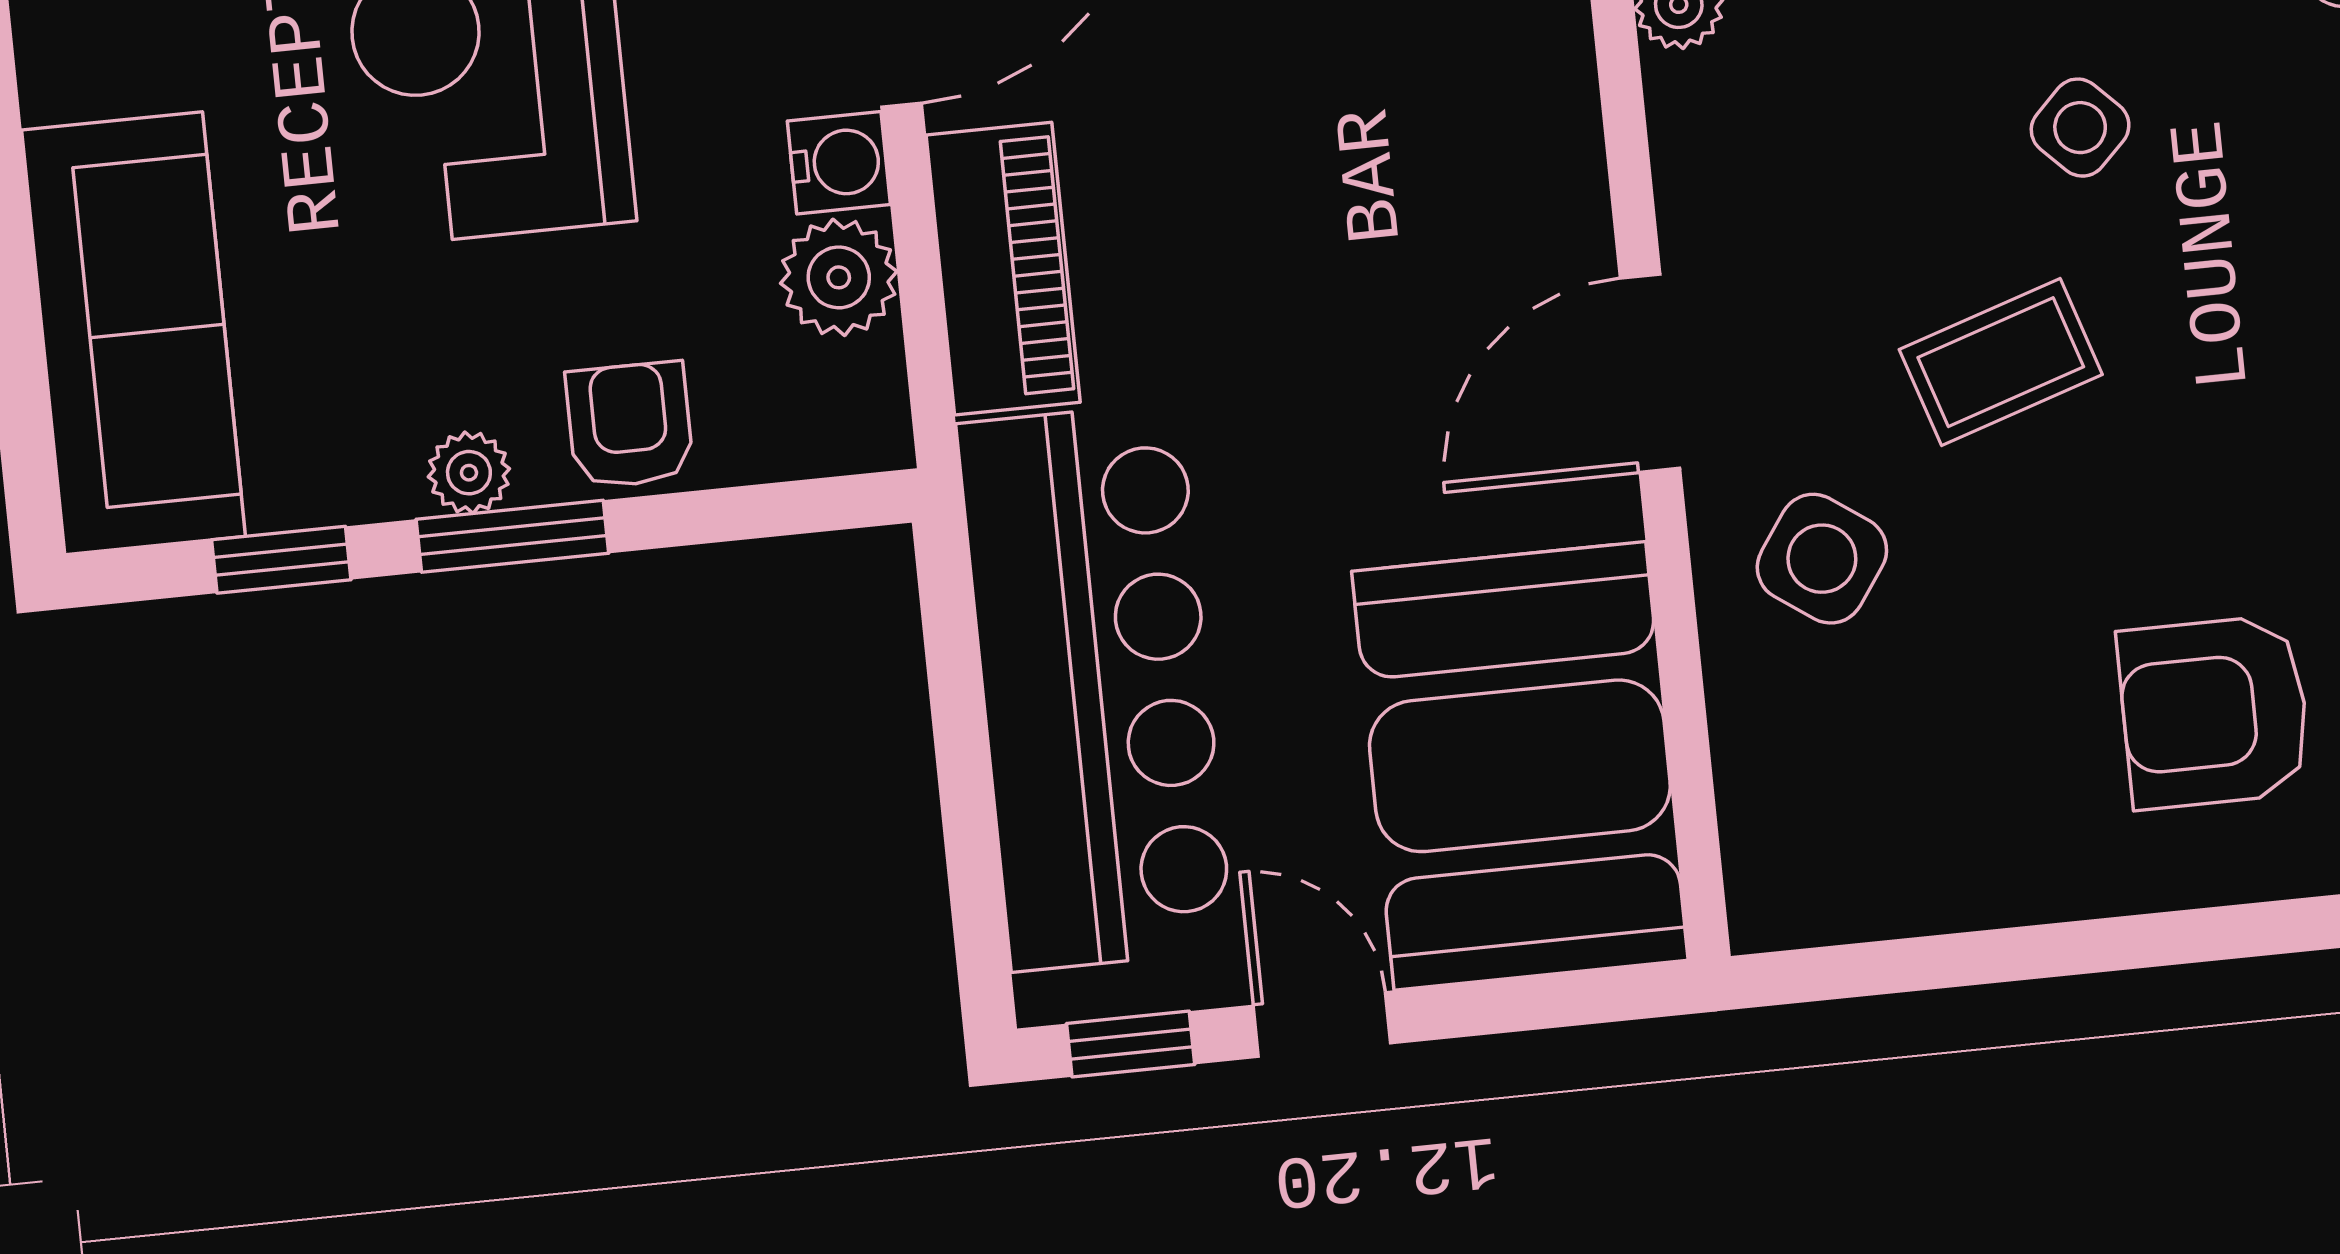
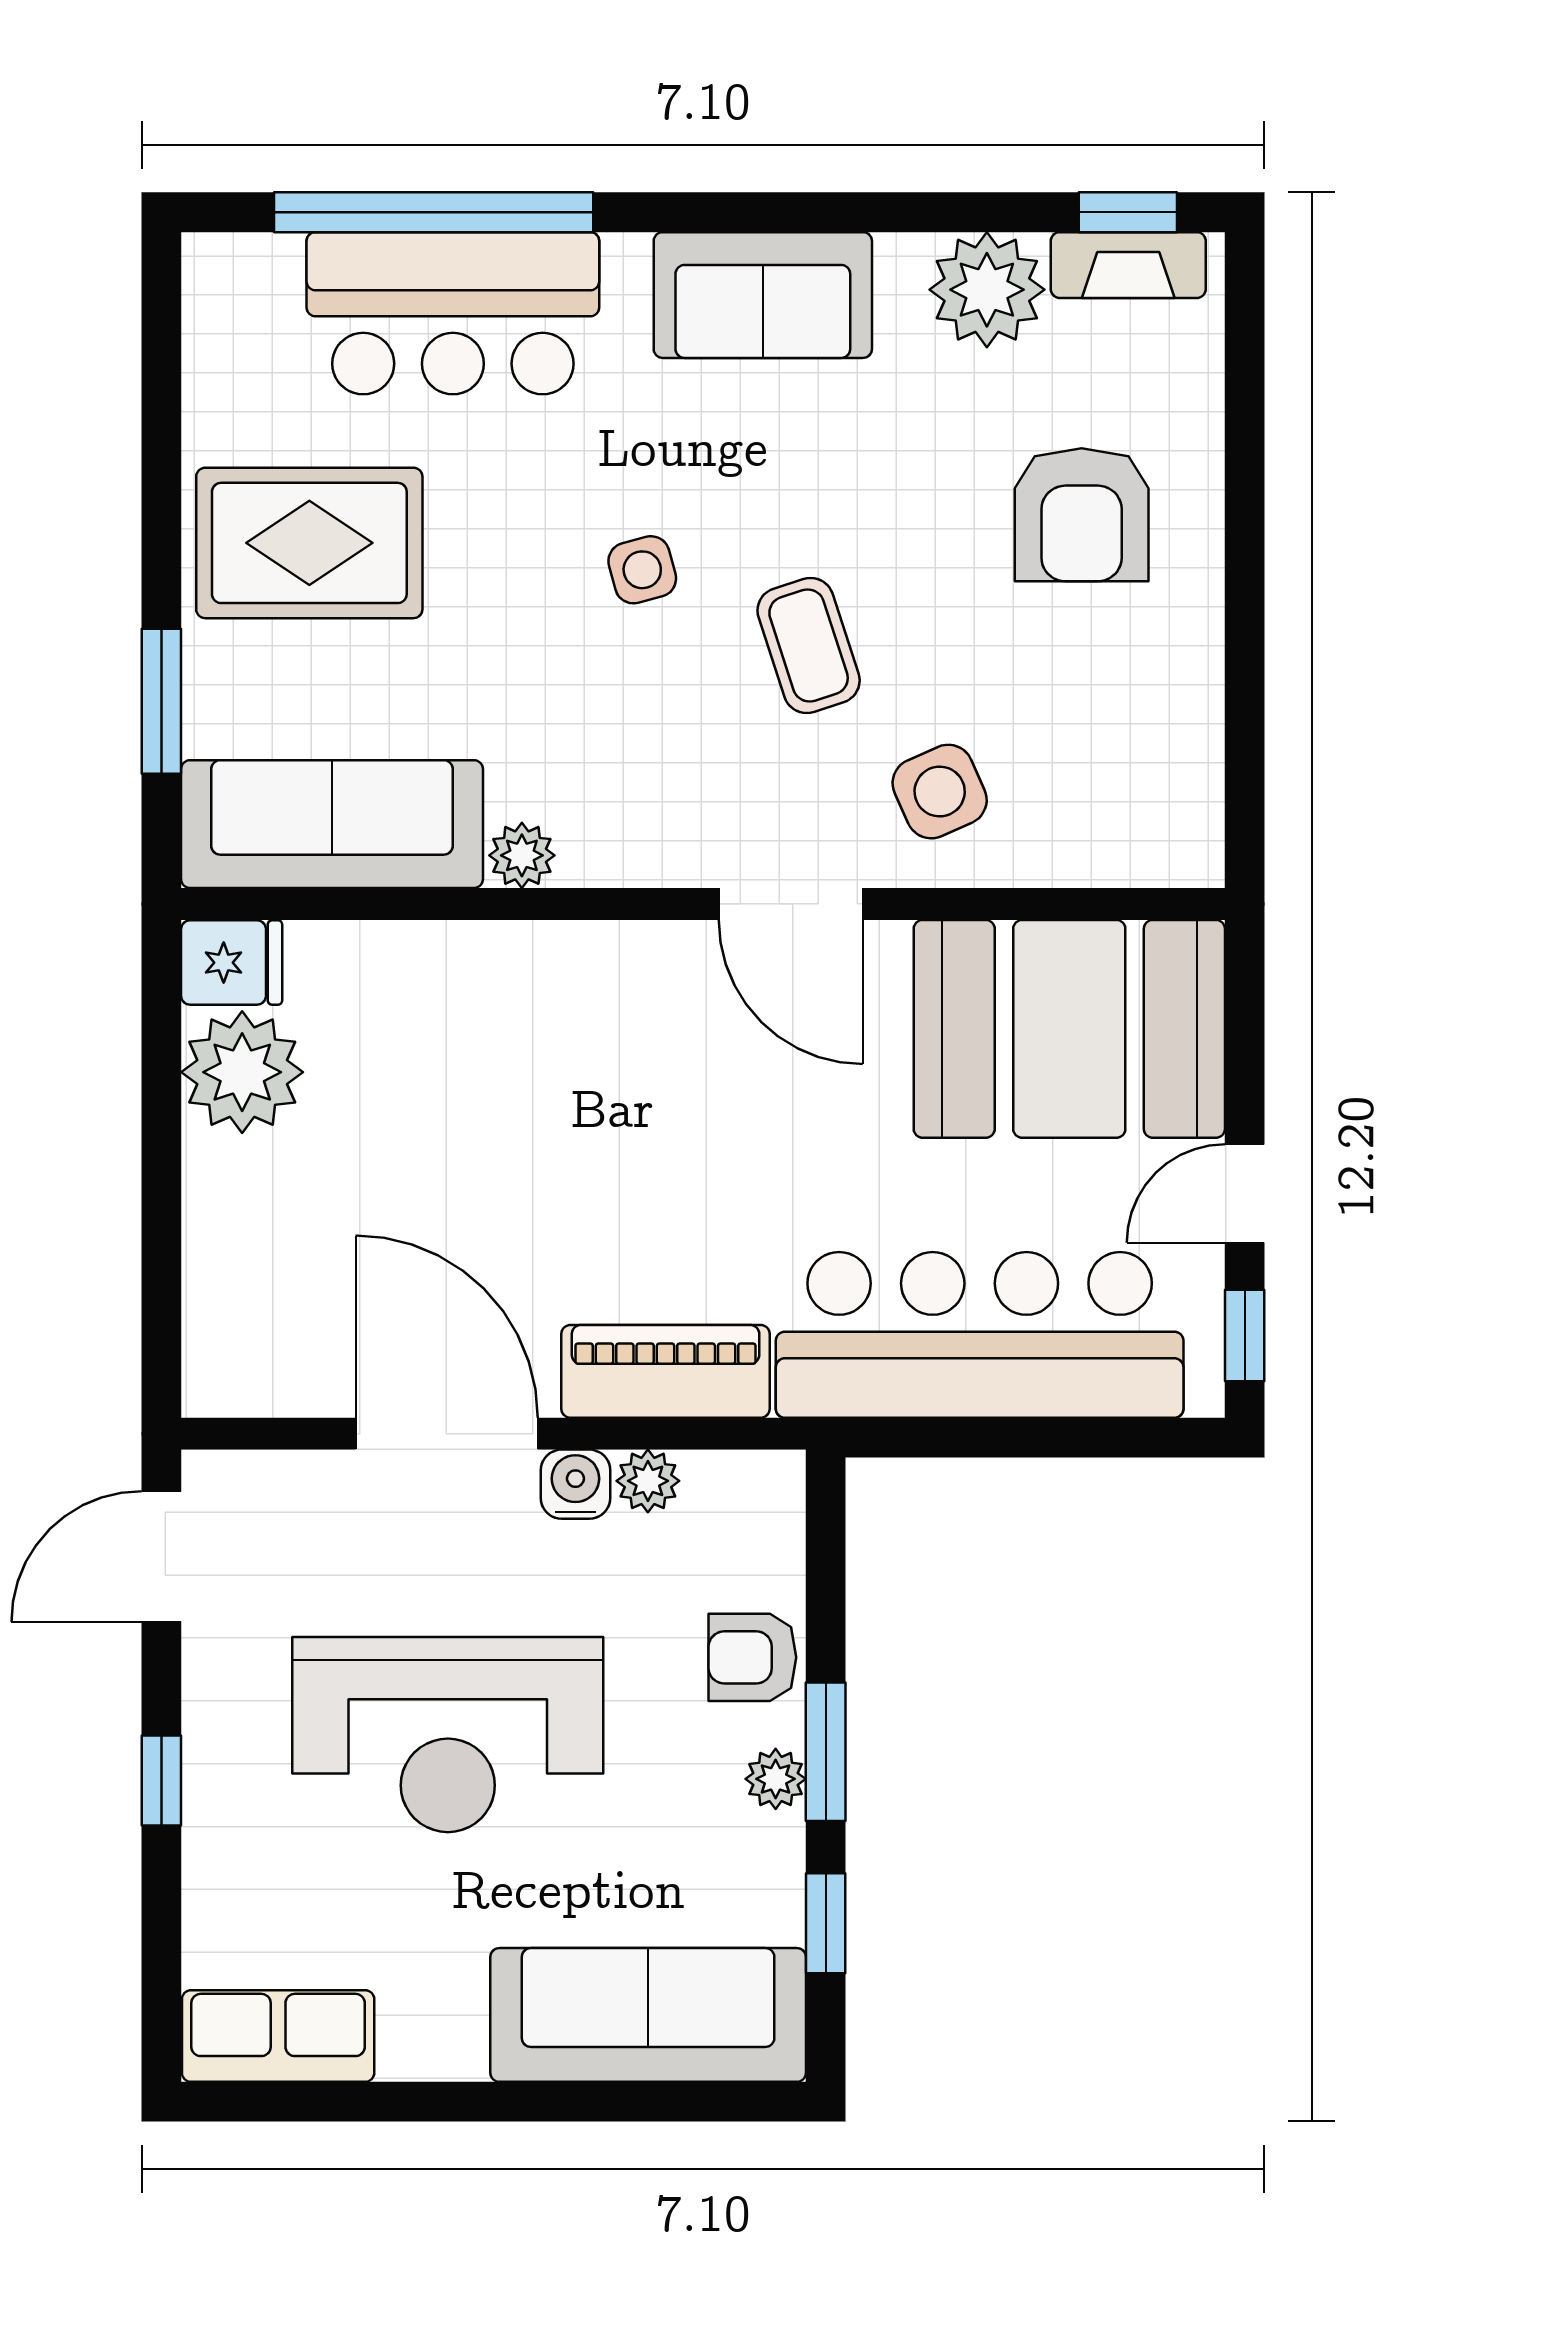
side table: (2080, 128) -> (642, 570), turned 30
plant: (839, 277) -> (648, 1481), width x0.73, depth x0.73
side table: (1822, 559) -> (940, 792), turned 31

